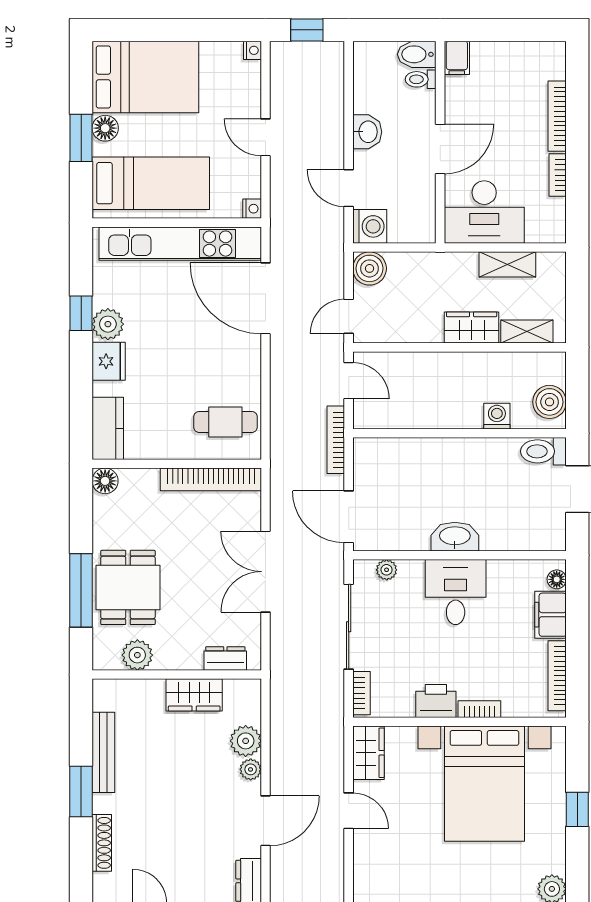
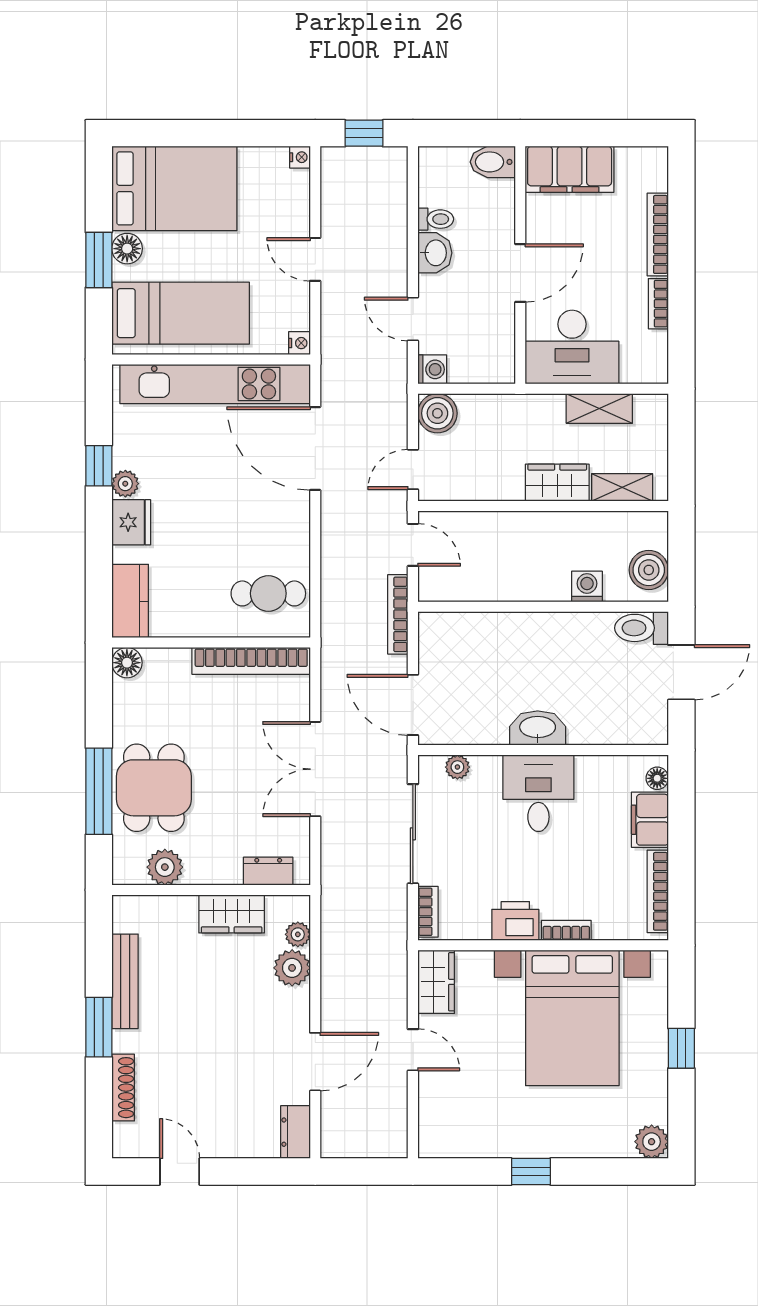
filing cabinet: (457, 58) -> (570, 169), width x3.00, depth x1.17
toilet: (421, 79) -> (436, 219), moved, turned 180
washing machine: (370, 226) -> (432, 369), width x0.73, depth x0.73
plant: (108, 324) -> (125, 484), width x0.73, depth x0.73
plant: (251, 769) -> (298, 934), moved

